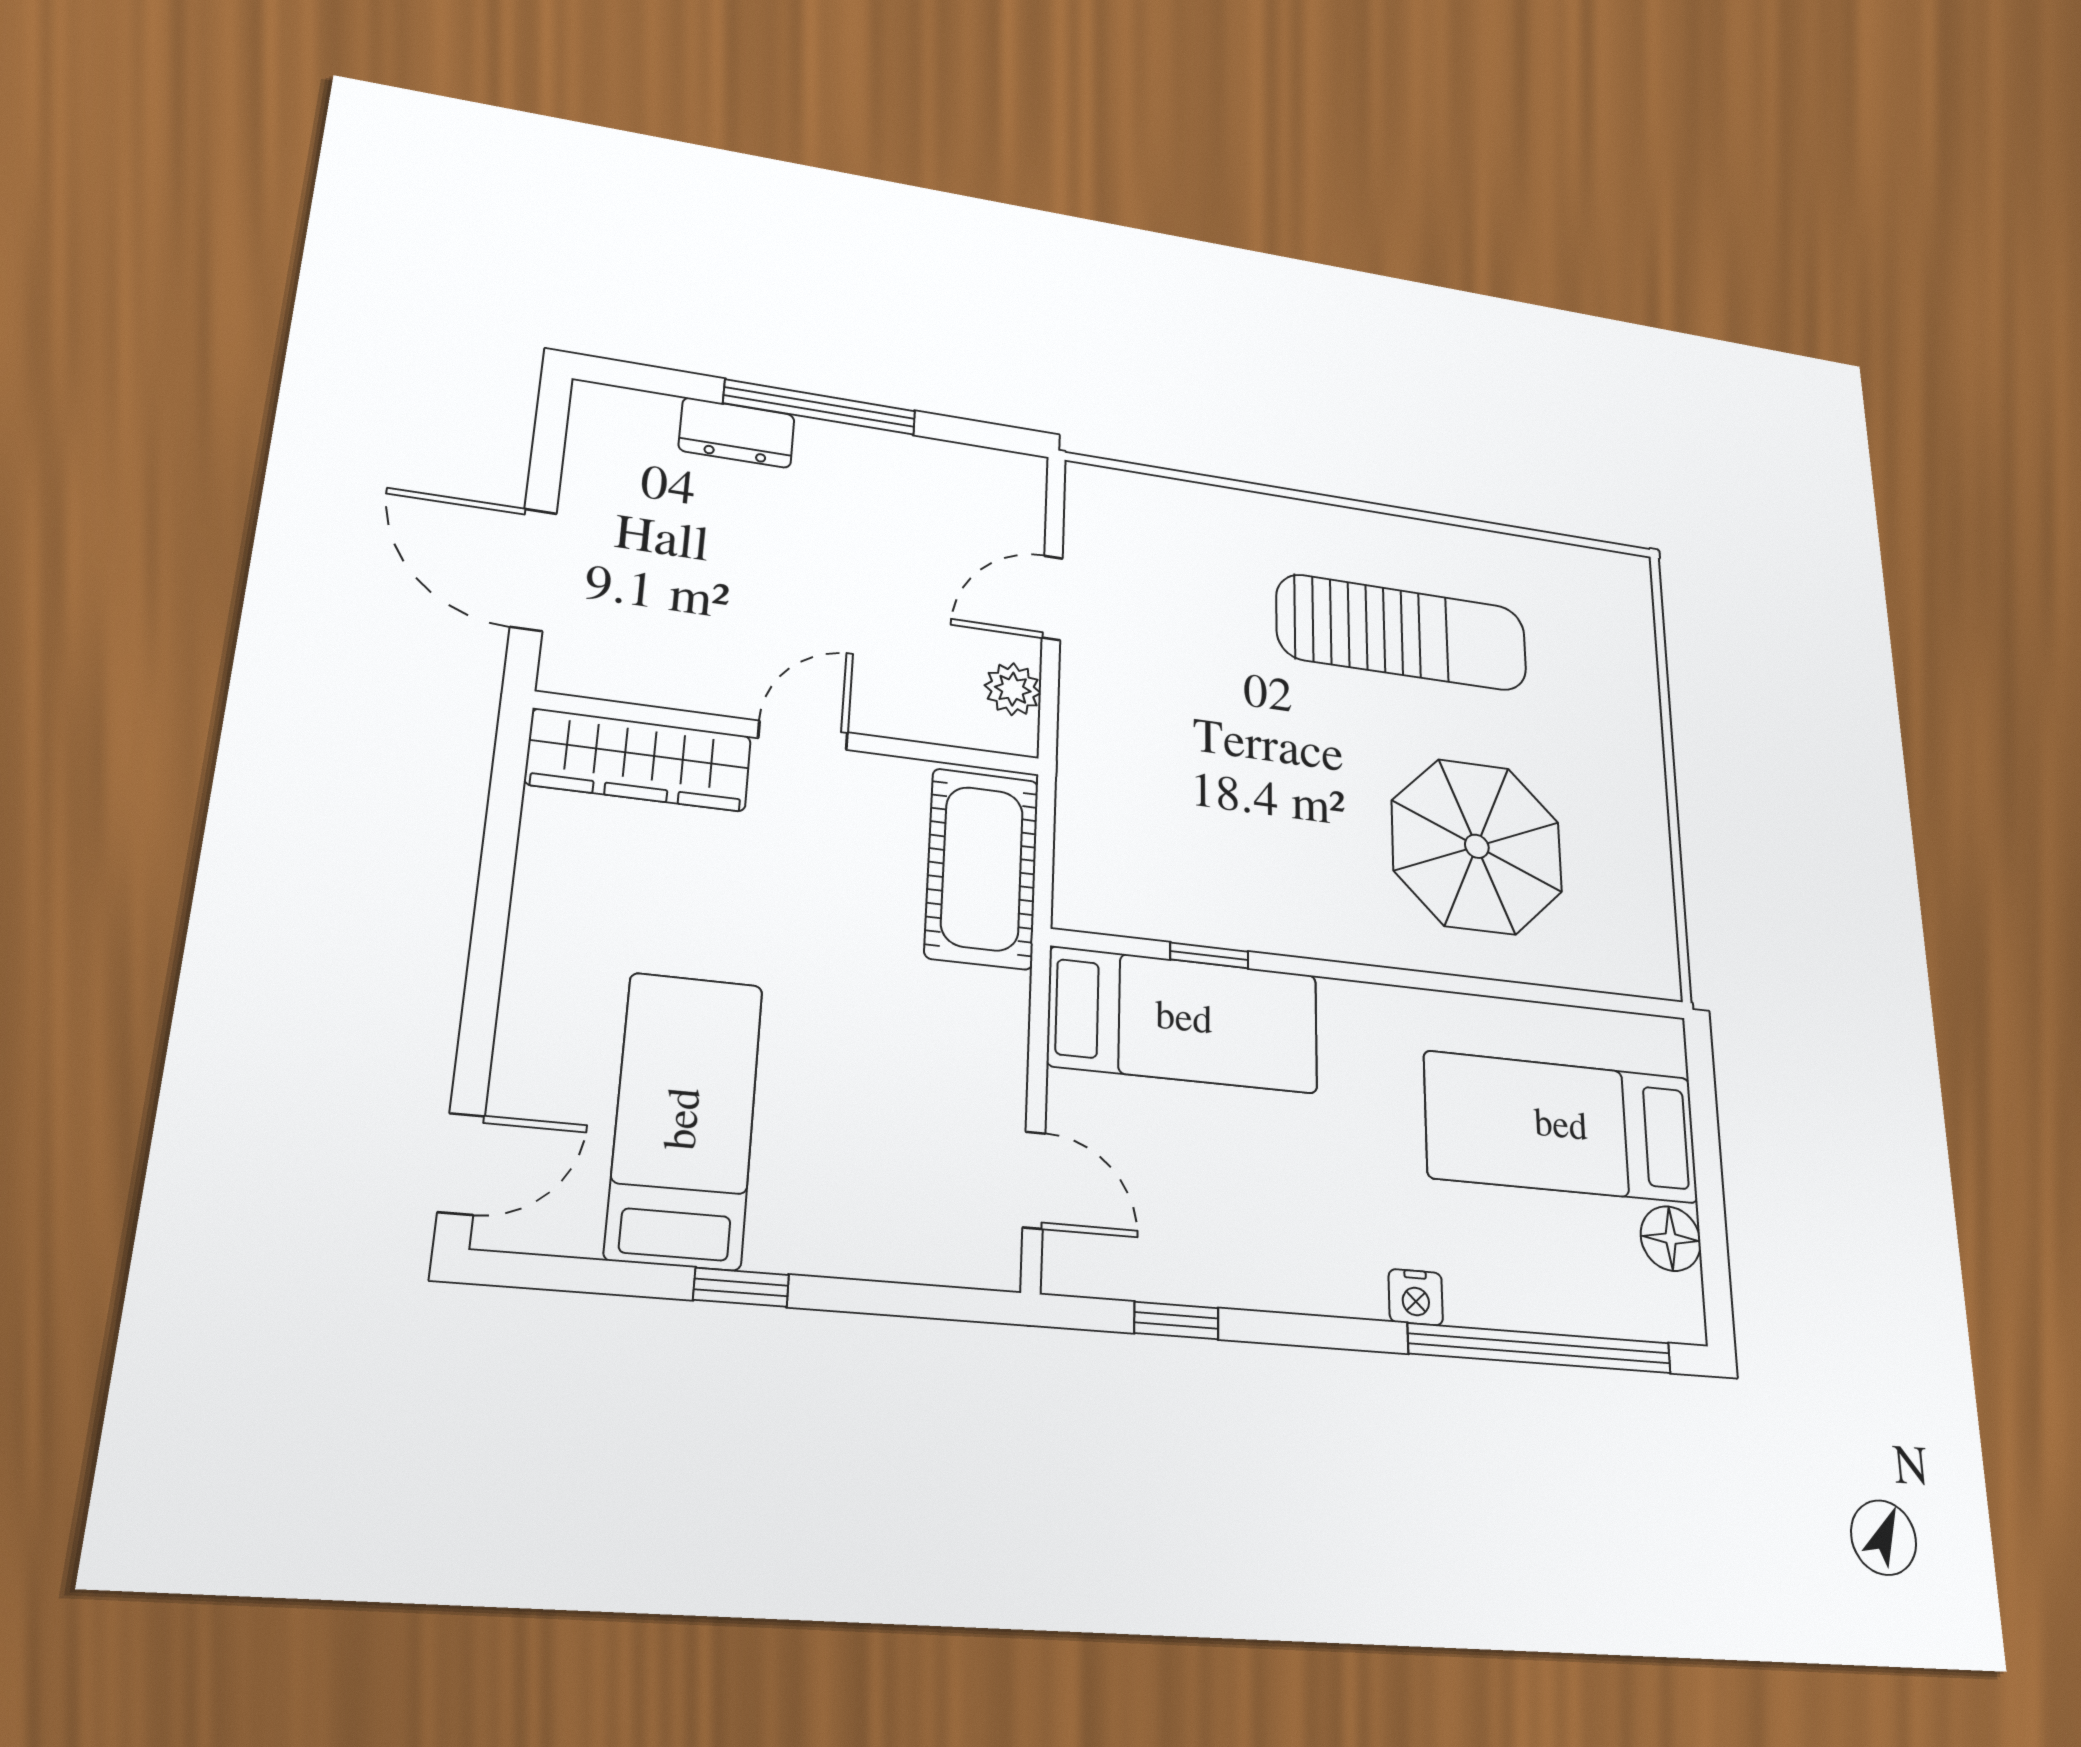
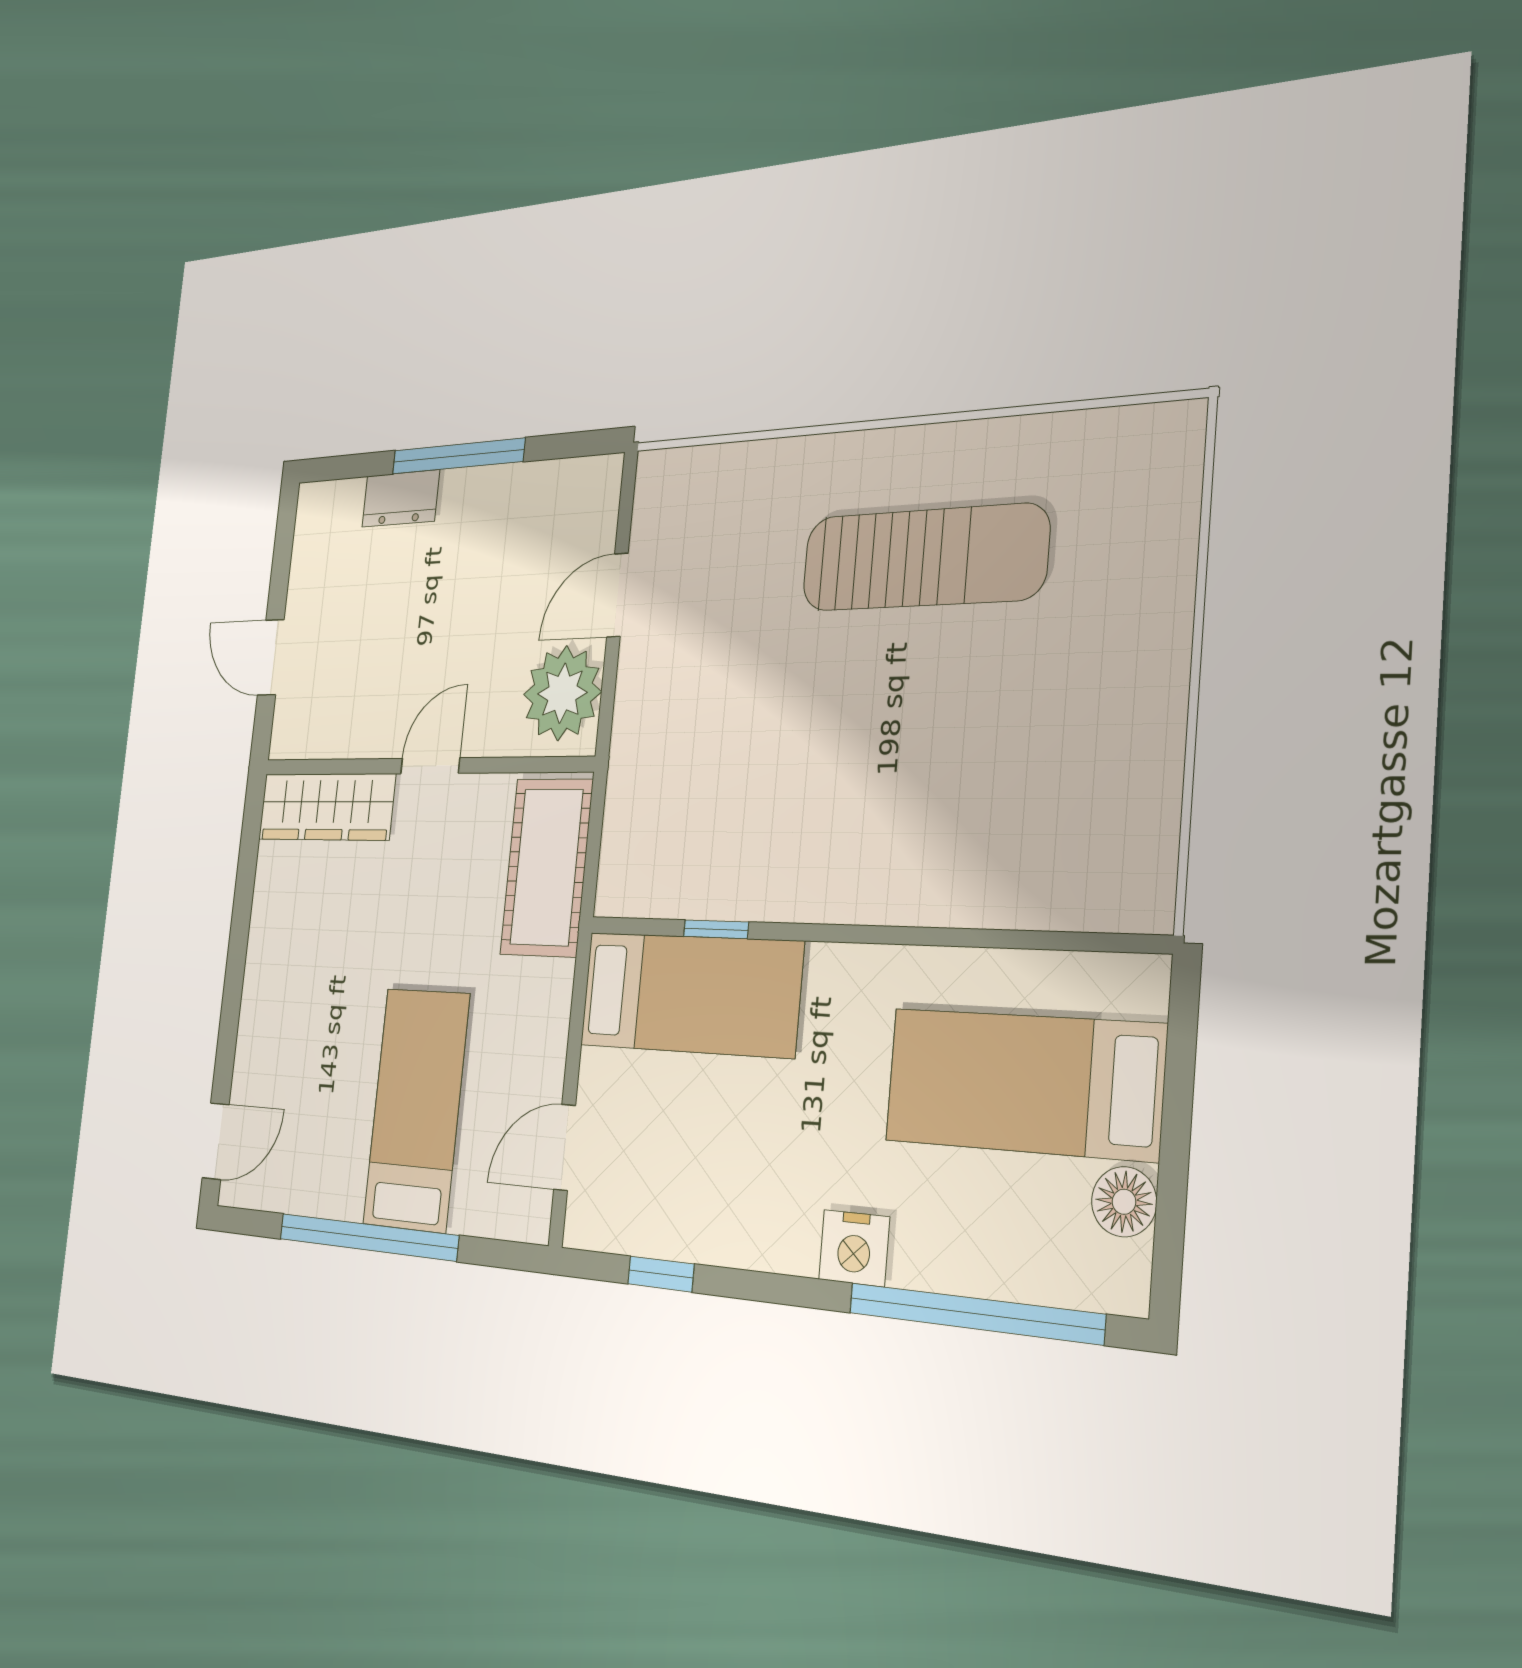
door: (533, 570) -> (271, 657), width x0.73
plant: (1013, 689) -> (562, 693), width x1.88, depth x1.88
parasol: (1477, 846) -> (972, 784), removed
bed: (685, 1119) -> (416, 1109), moved
door: (1034, 1180) -> (565, 1147), swing flipped
window: (741, 1287) -> (368, 1237), width x3.17
nightstand: (1416, 1297) -> (854, 1248), width x1.39, depth x1.35

